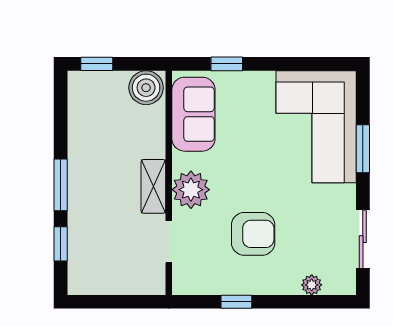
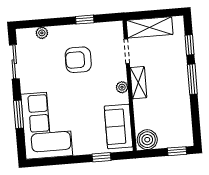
plant: (191, 190) -> (122, 87), width x0.53, depth x0.53
shelving: (127, 279) -> (150, 27), added

